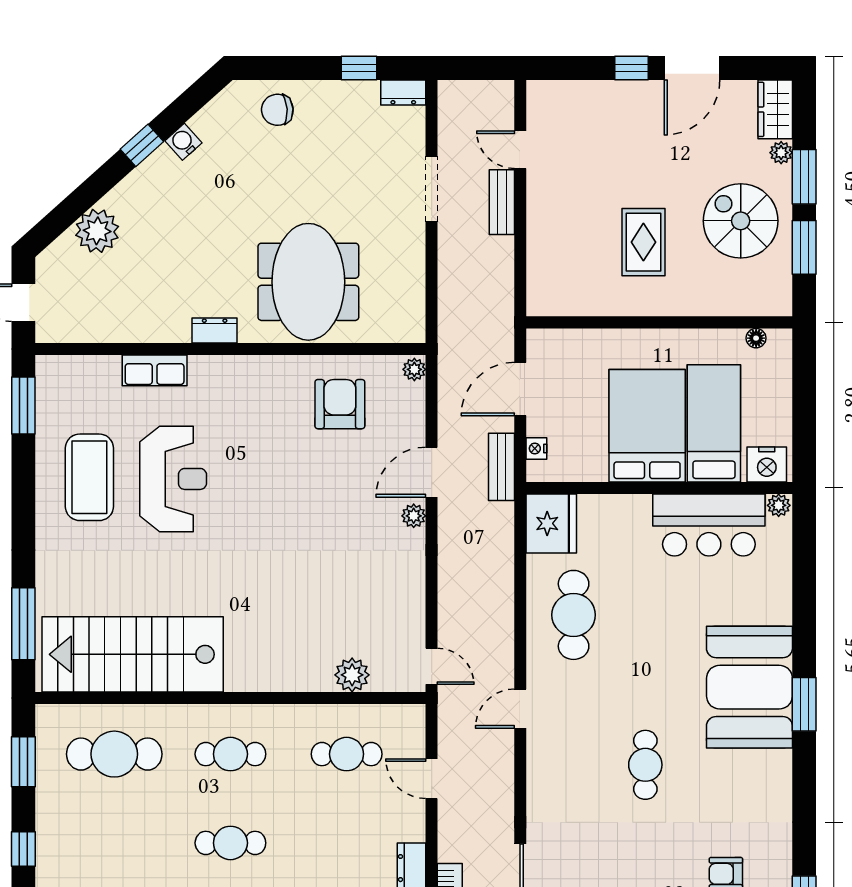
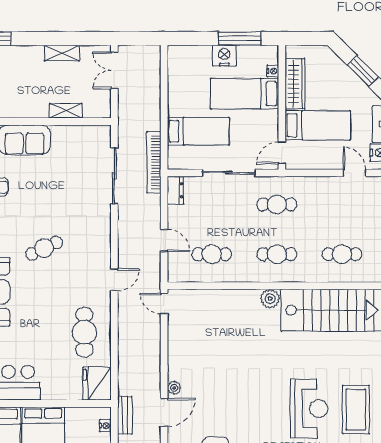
reception desk: (173, 479) -> (309, 409), turned 180
plant: (352, 675) -> (270, 299), moved
cafe table: (114, 754) -> (342, 254), width x0.73, depth x0.74
cafe table: (645, 765) -> (44, 248), turned 65

